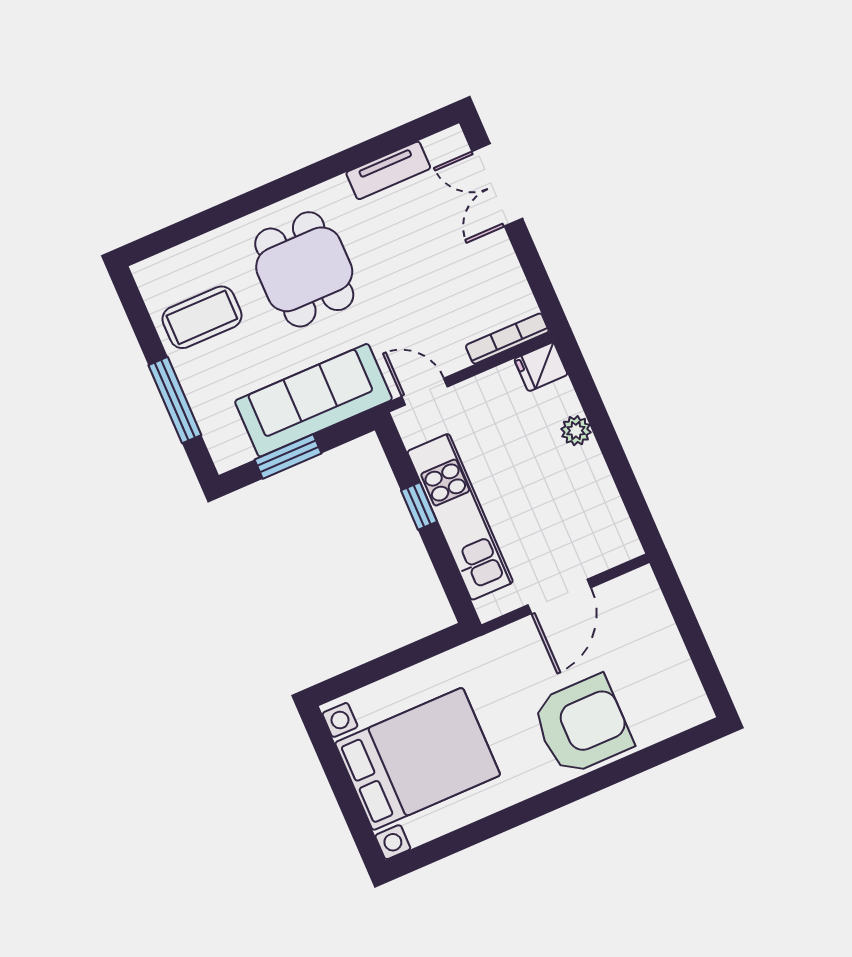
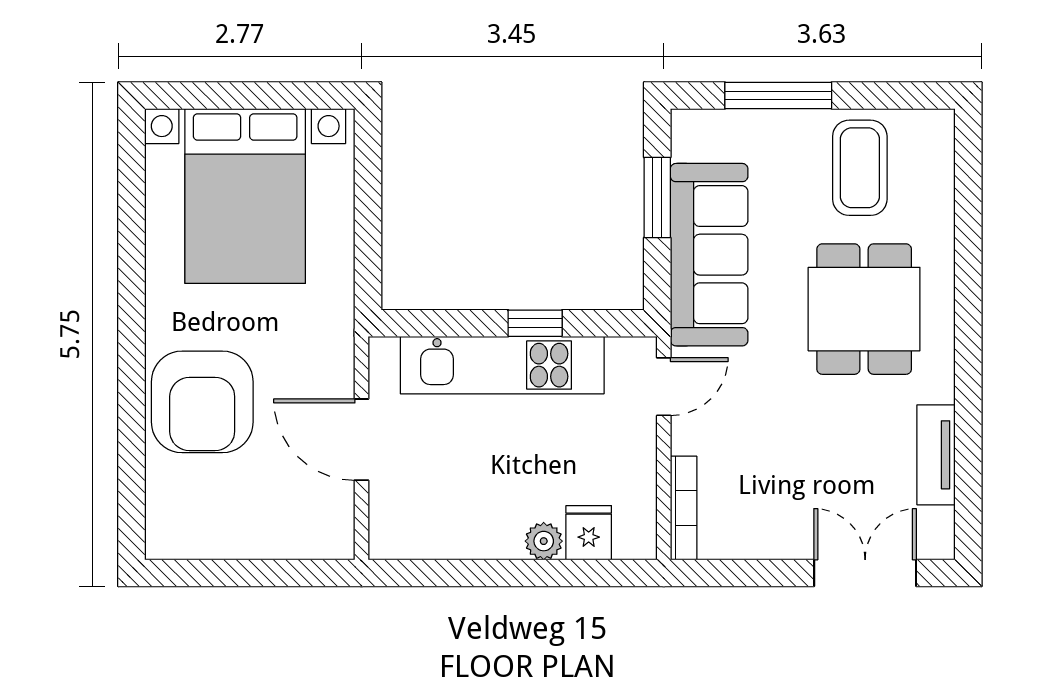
dining table: (304, 269) -> (864, 309), turned 90
fridge: (541, 367) -> (589, 533), moved

